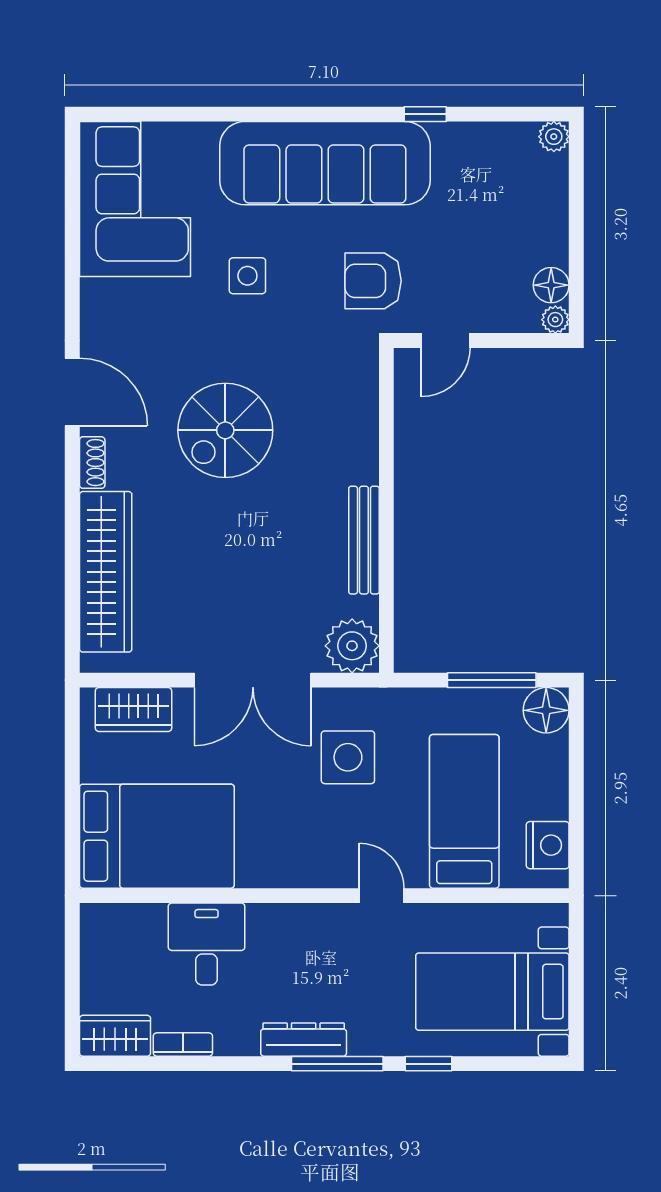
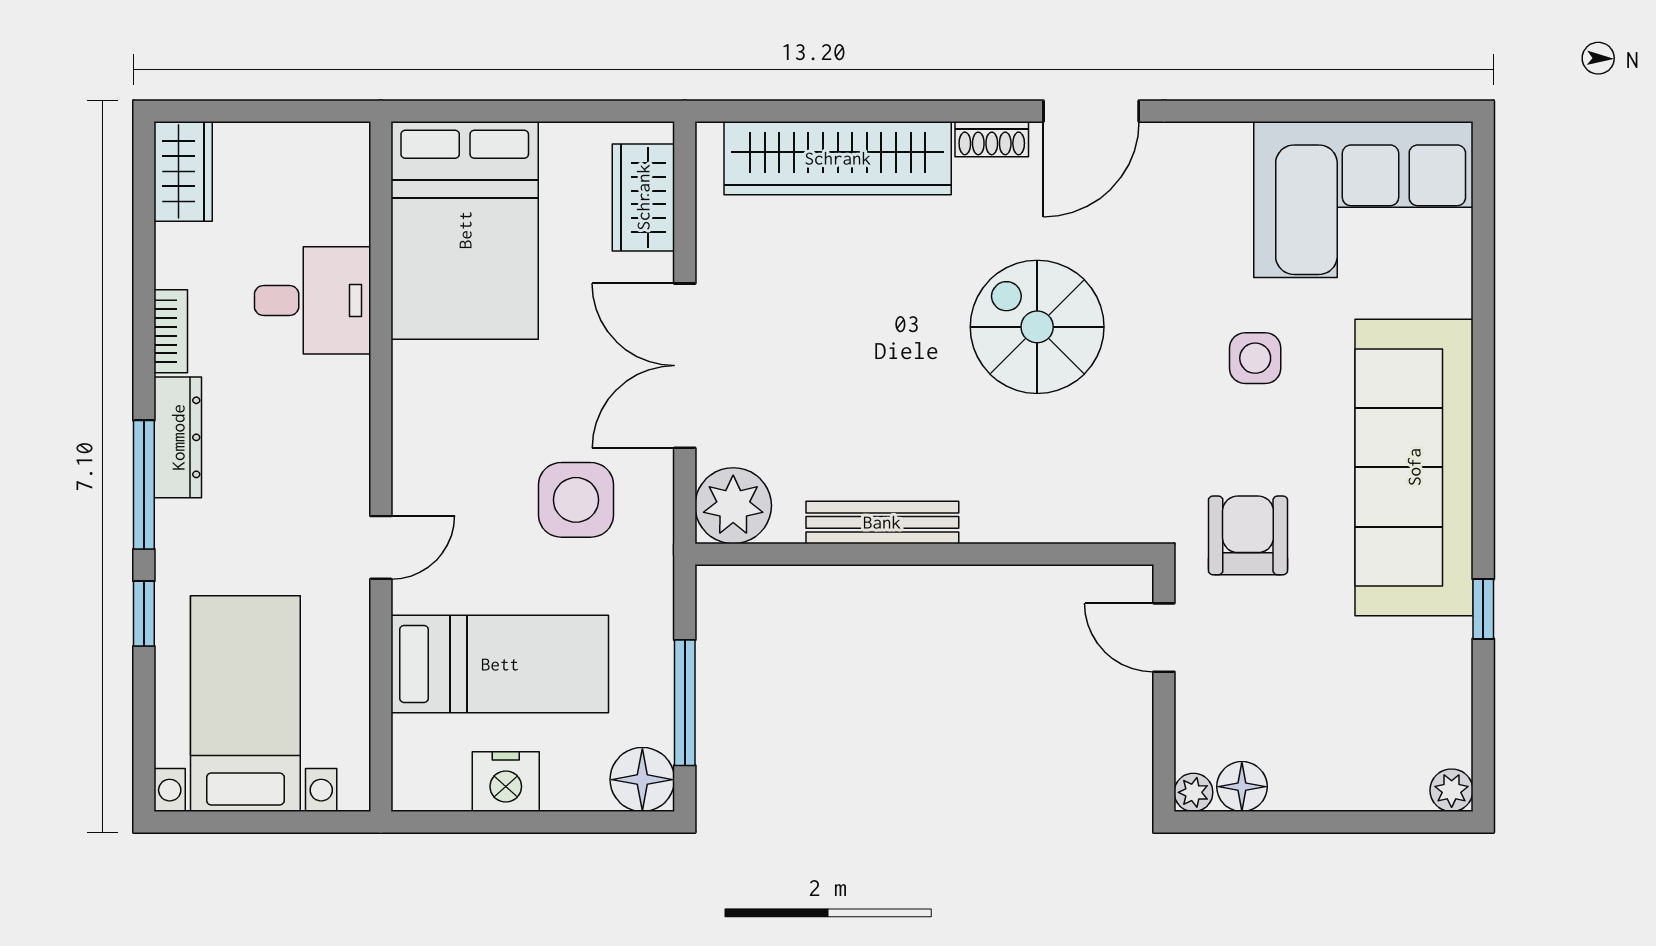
nightstand: (548, 845) -> (506, 782), moved
bookcase: (183, 1045) -> (171, 331), moved

